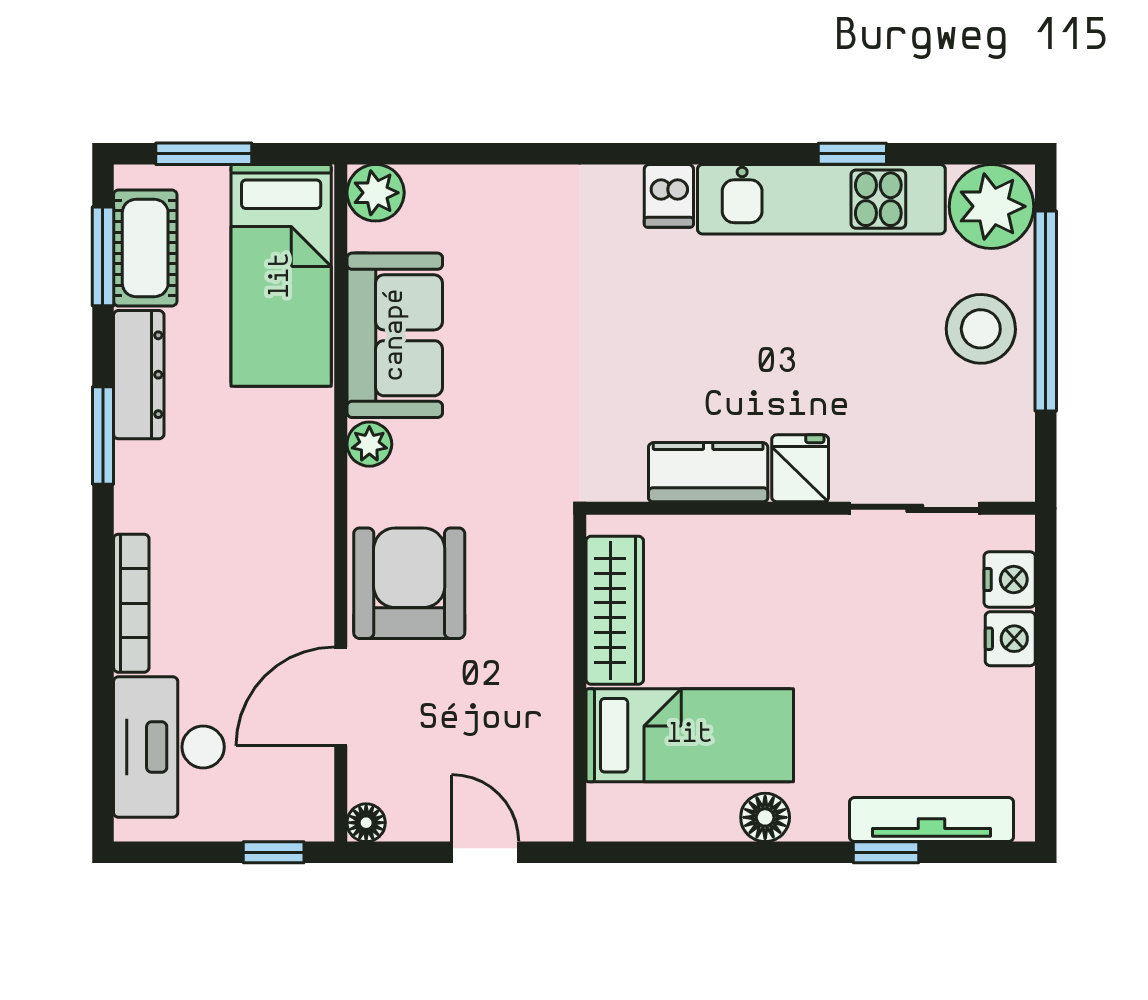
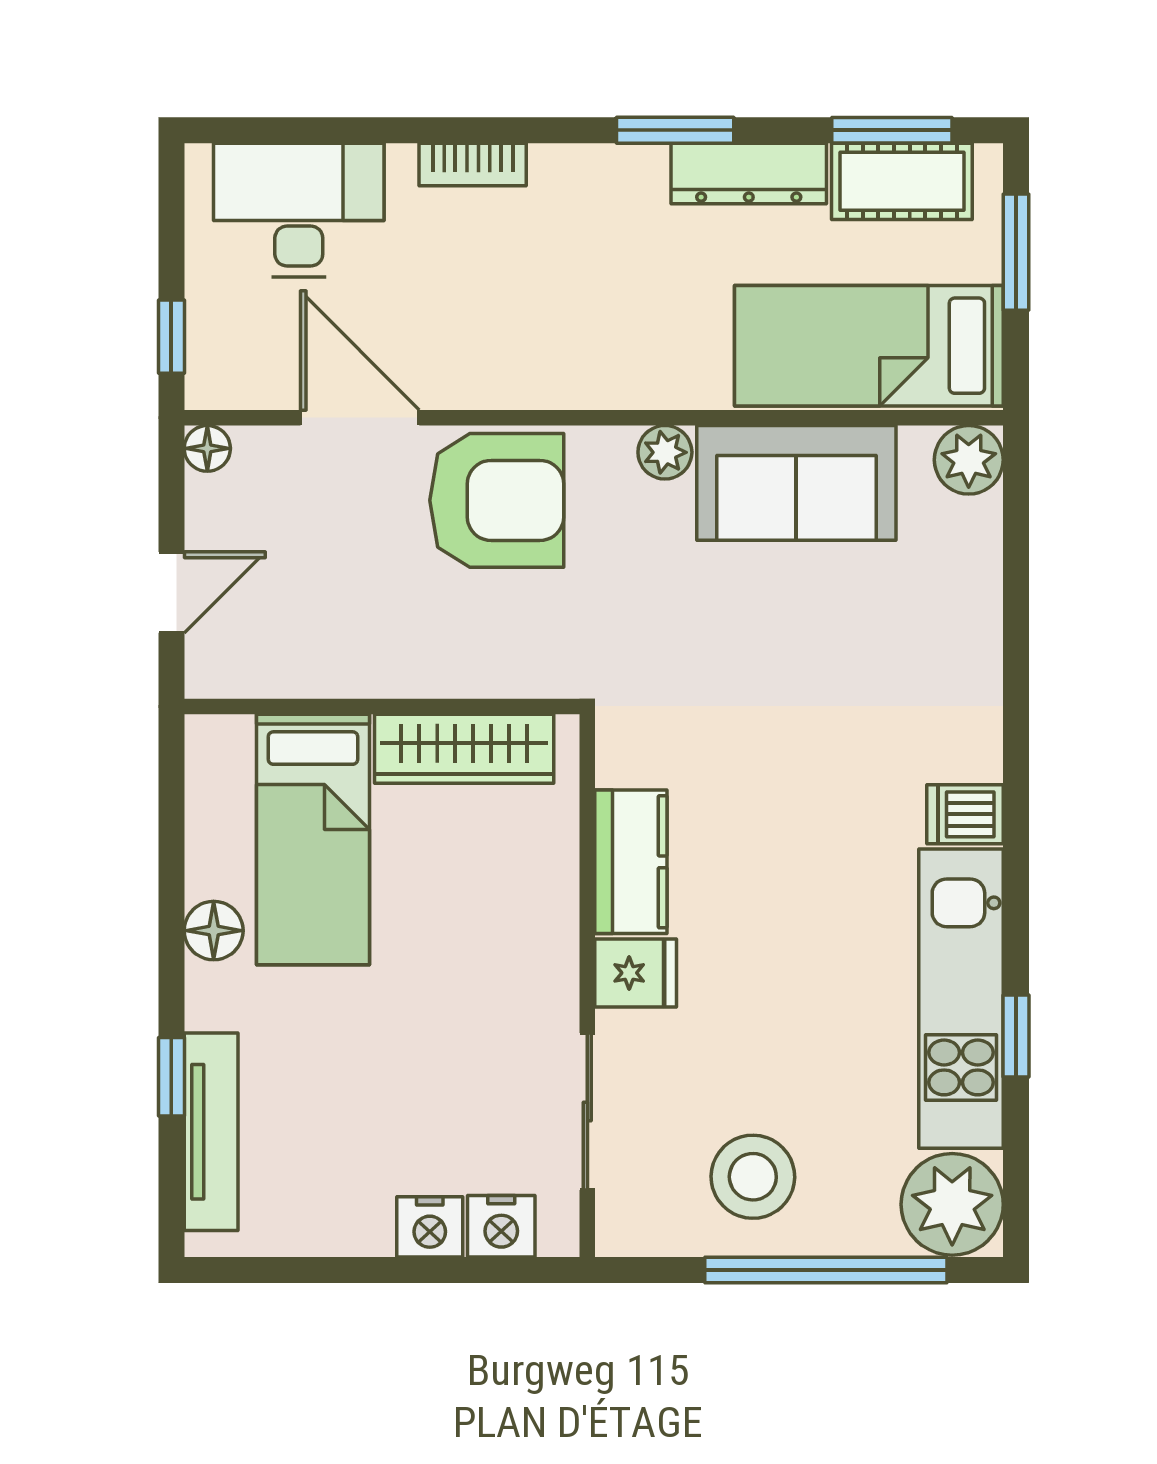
stool: (981, 329) -> (753, 1177), moved
bookcase: (131, 603) -> (473, 164), width x0.64

